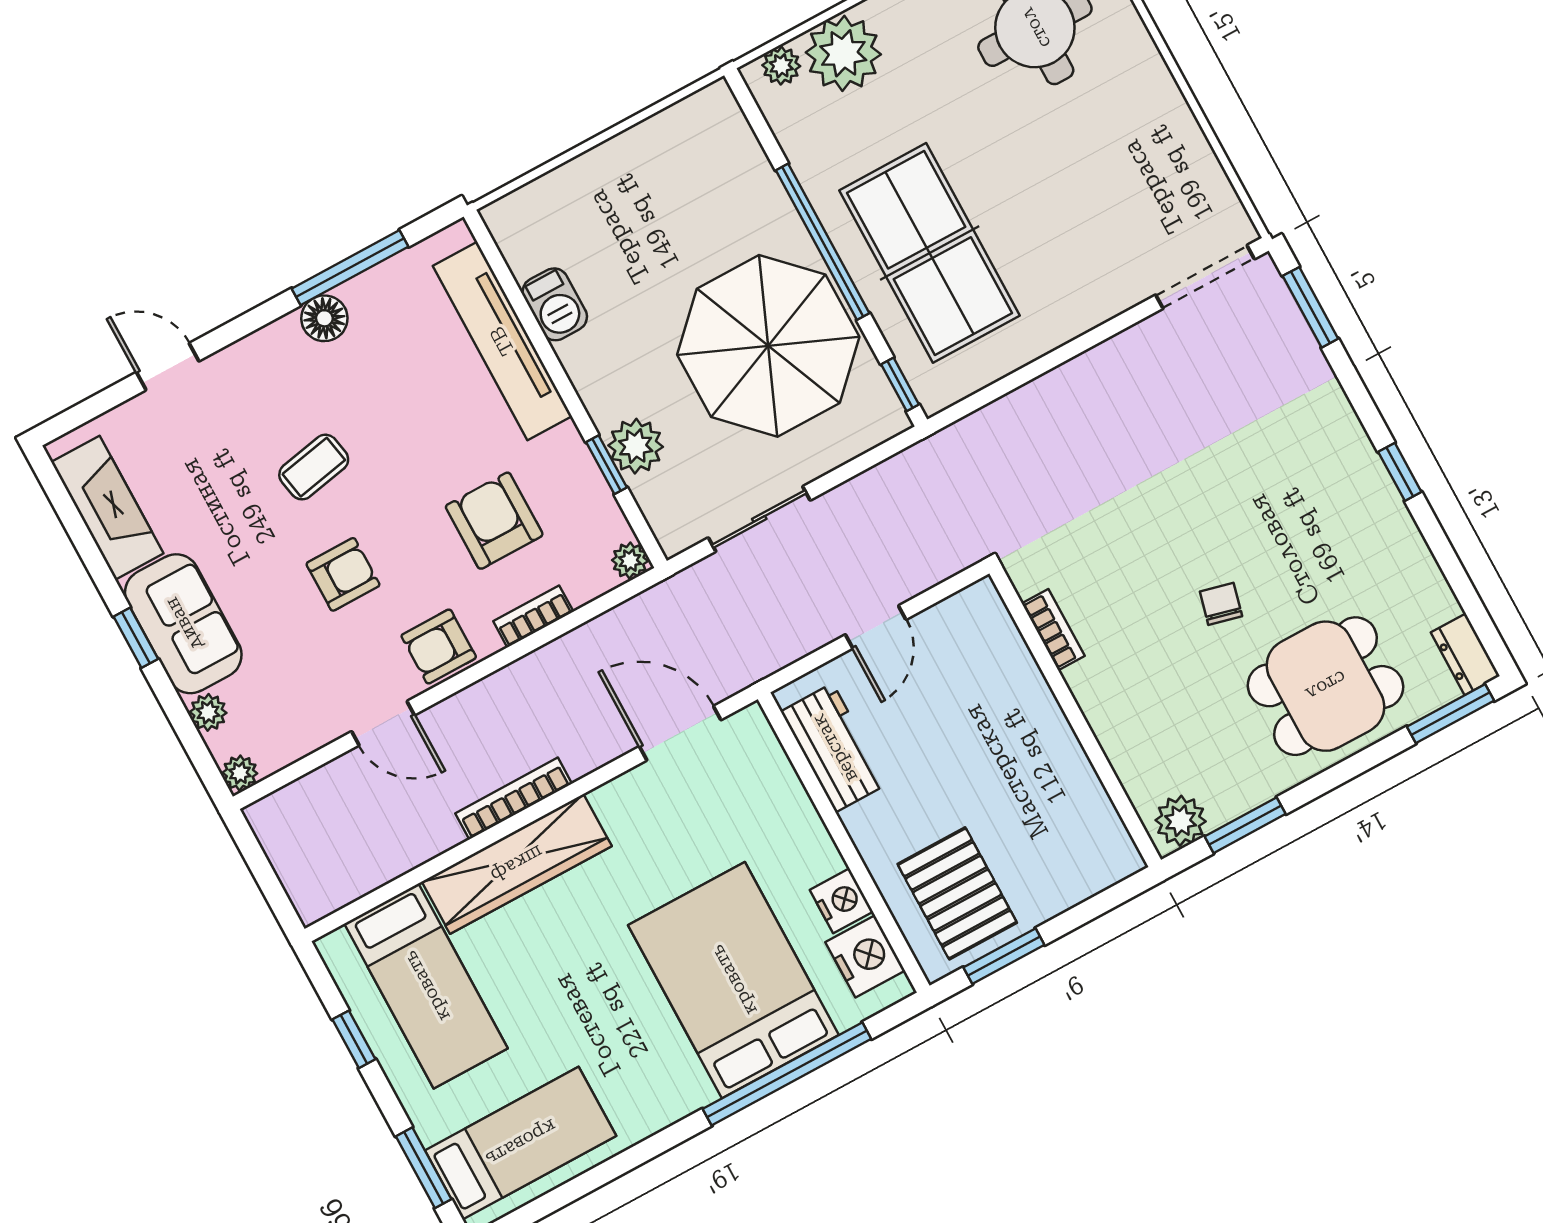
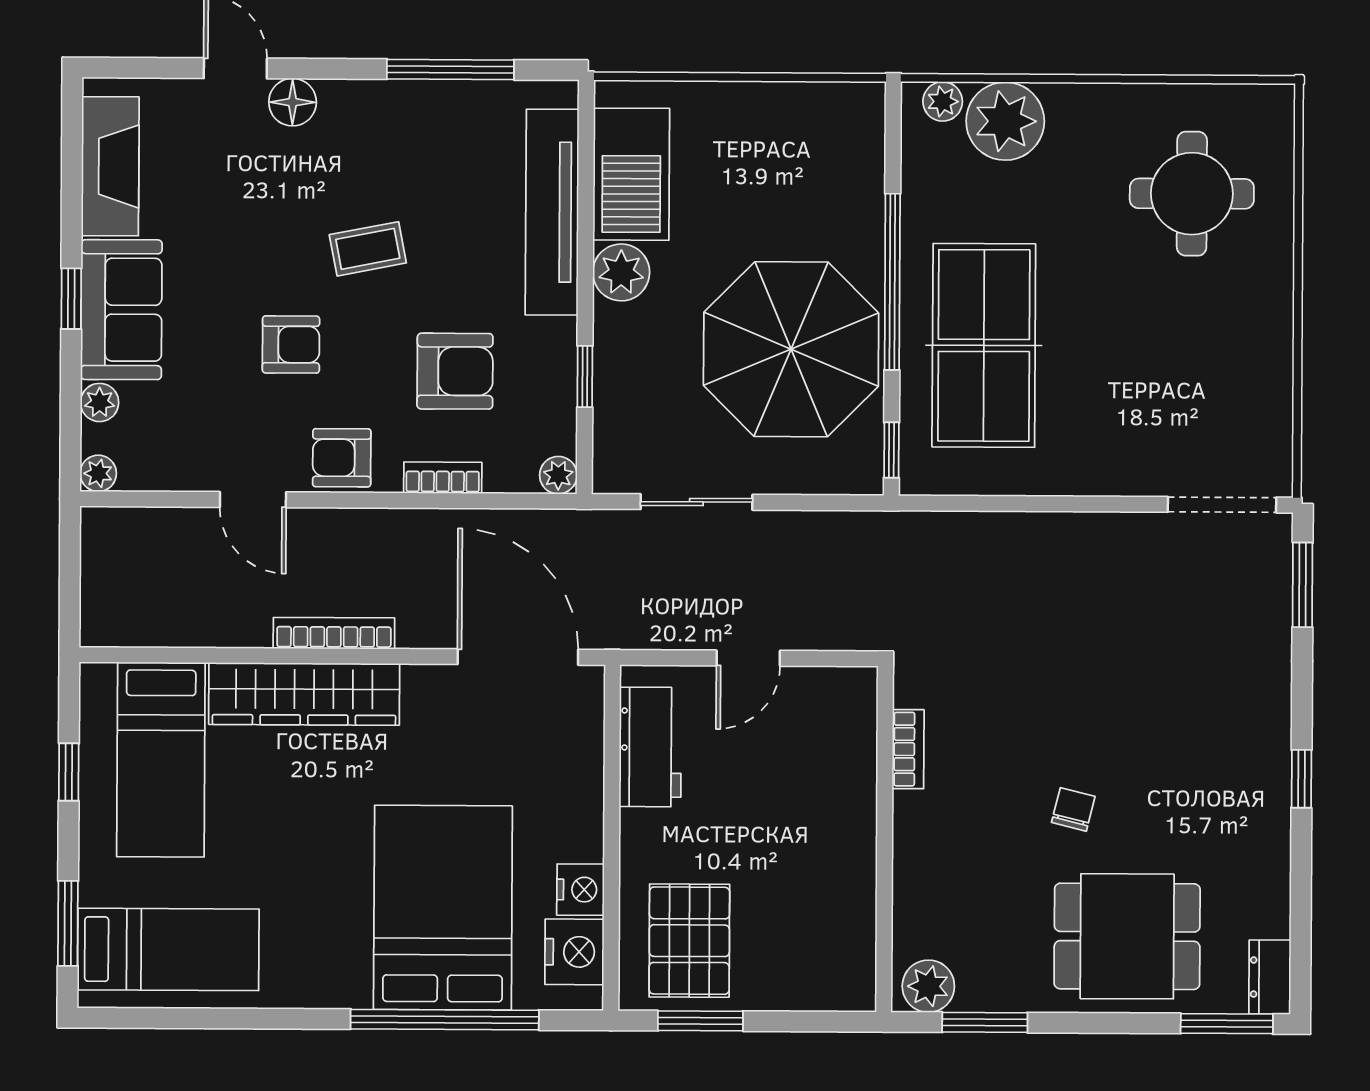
barbecue: (555, 304) -> (631, 174), width x1.88, depth x1.53
floor lamp: (324, 318) -> (293, 102), moved
plant: (636, 446) -> (621, 272), moved
coffee table: (314, 467) -> (368, 249), moved
armchair: (494, 521) -> (455, 371), turned 90
door: (680, 733) -> (518, 657), width x1.36

